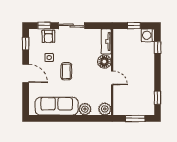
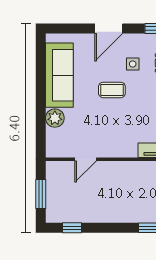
floor lamp: (104, 62) -> (127, 147), removed
door: (112, 78) -> (86, 159), moved
plant: (105, 109) -> (55, 148), removed

